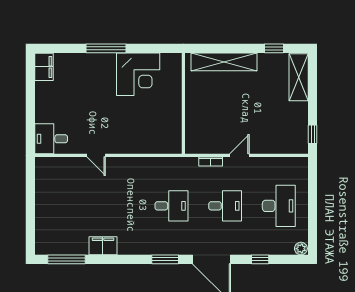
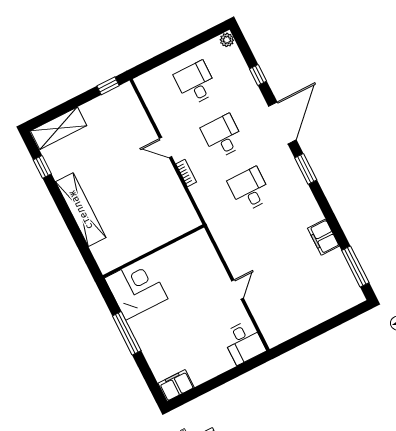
wall: (183, 103) -> (153, 251), moved
desk: (279, 206) -> (196, 83), width x0.73

